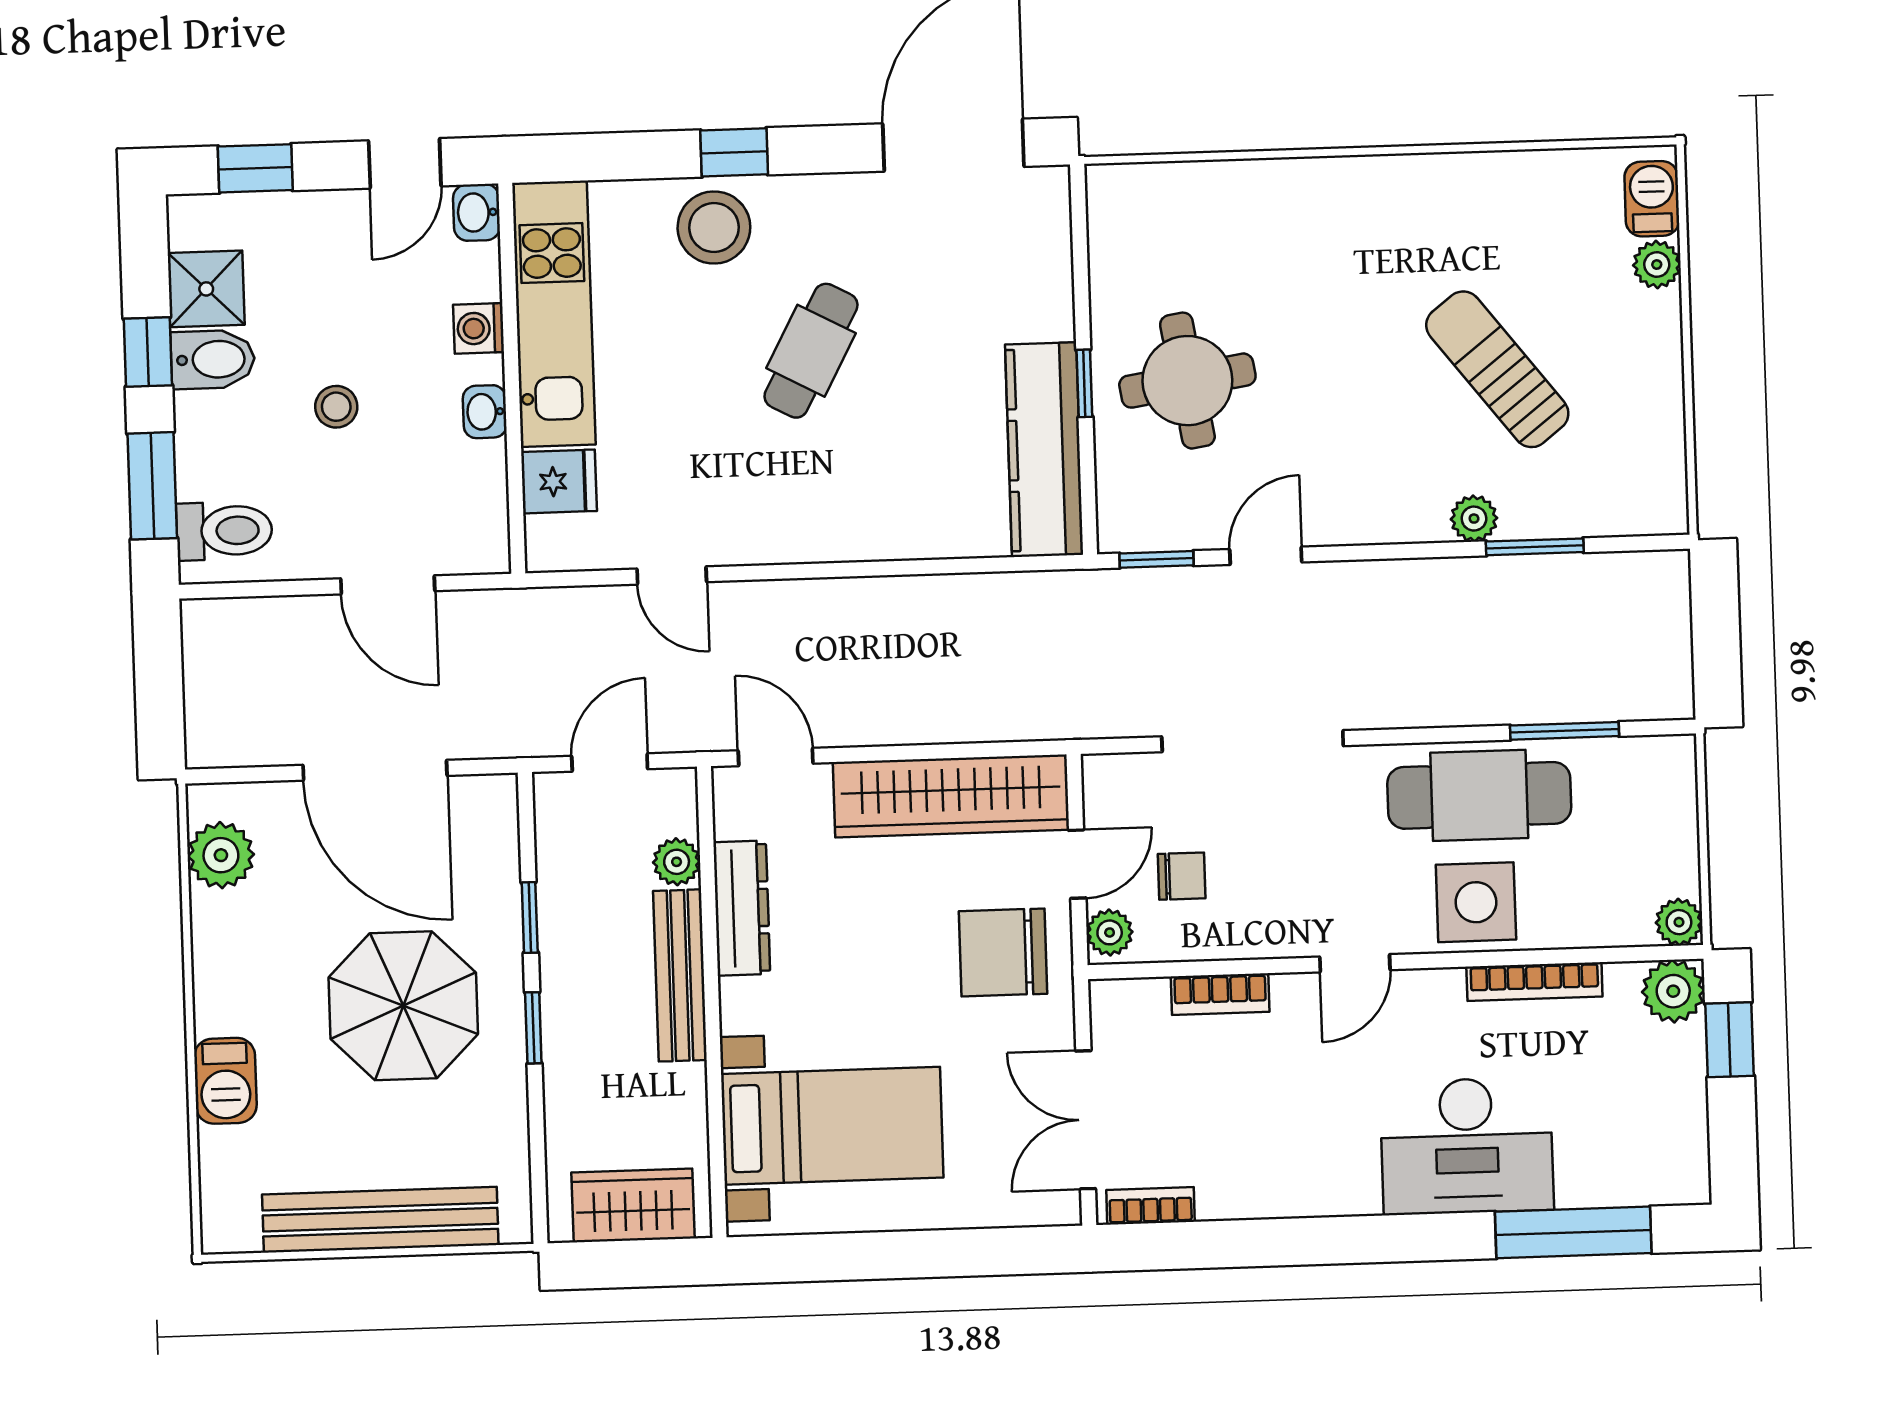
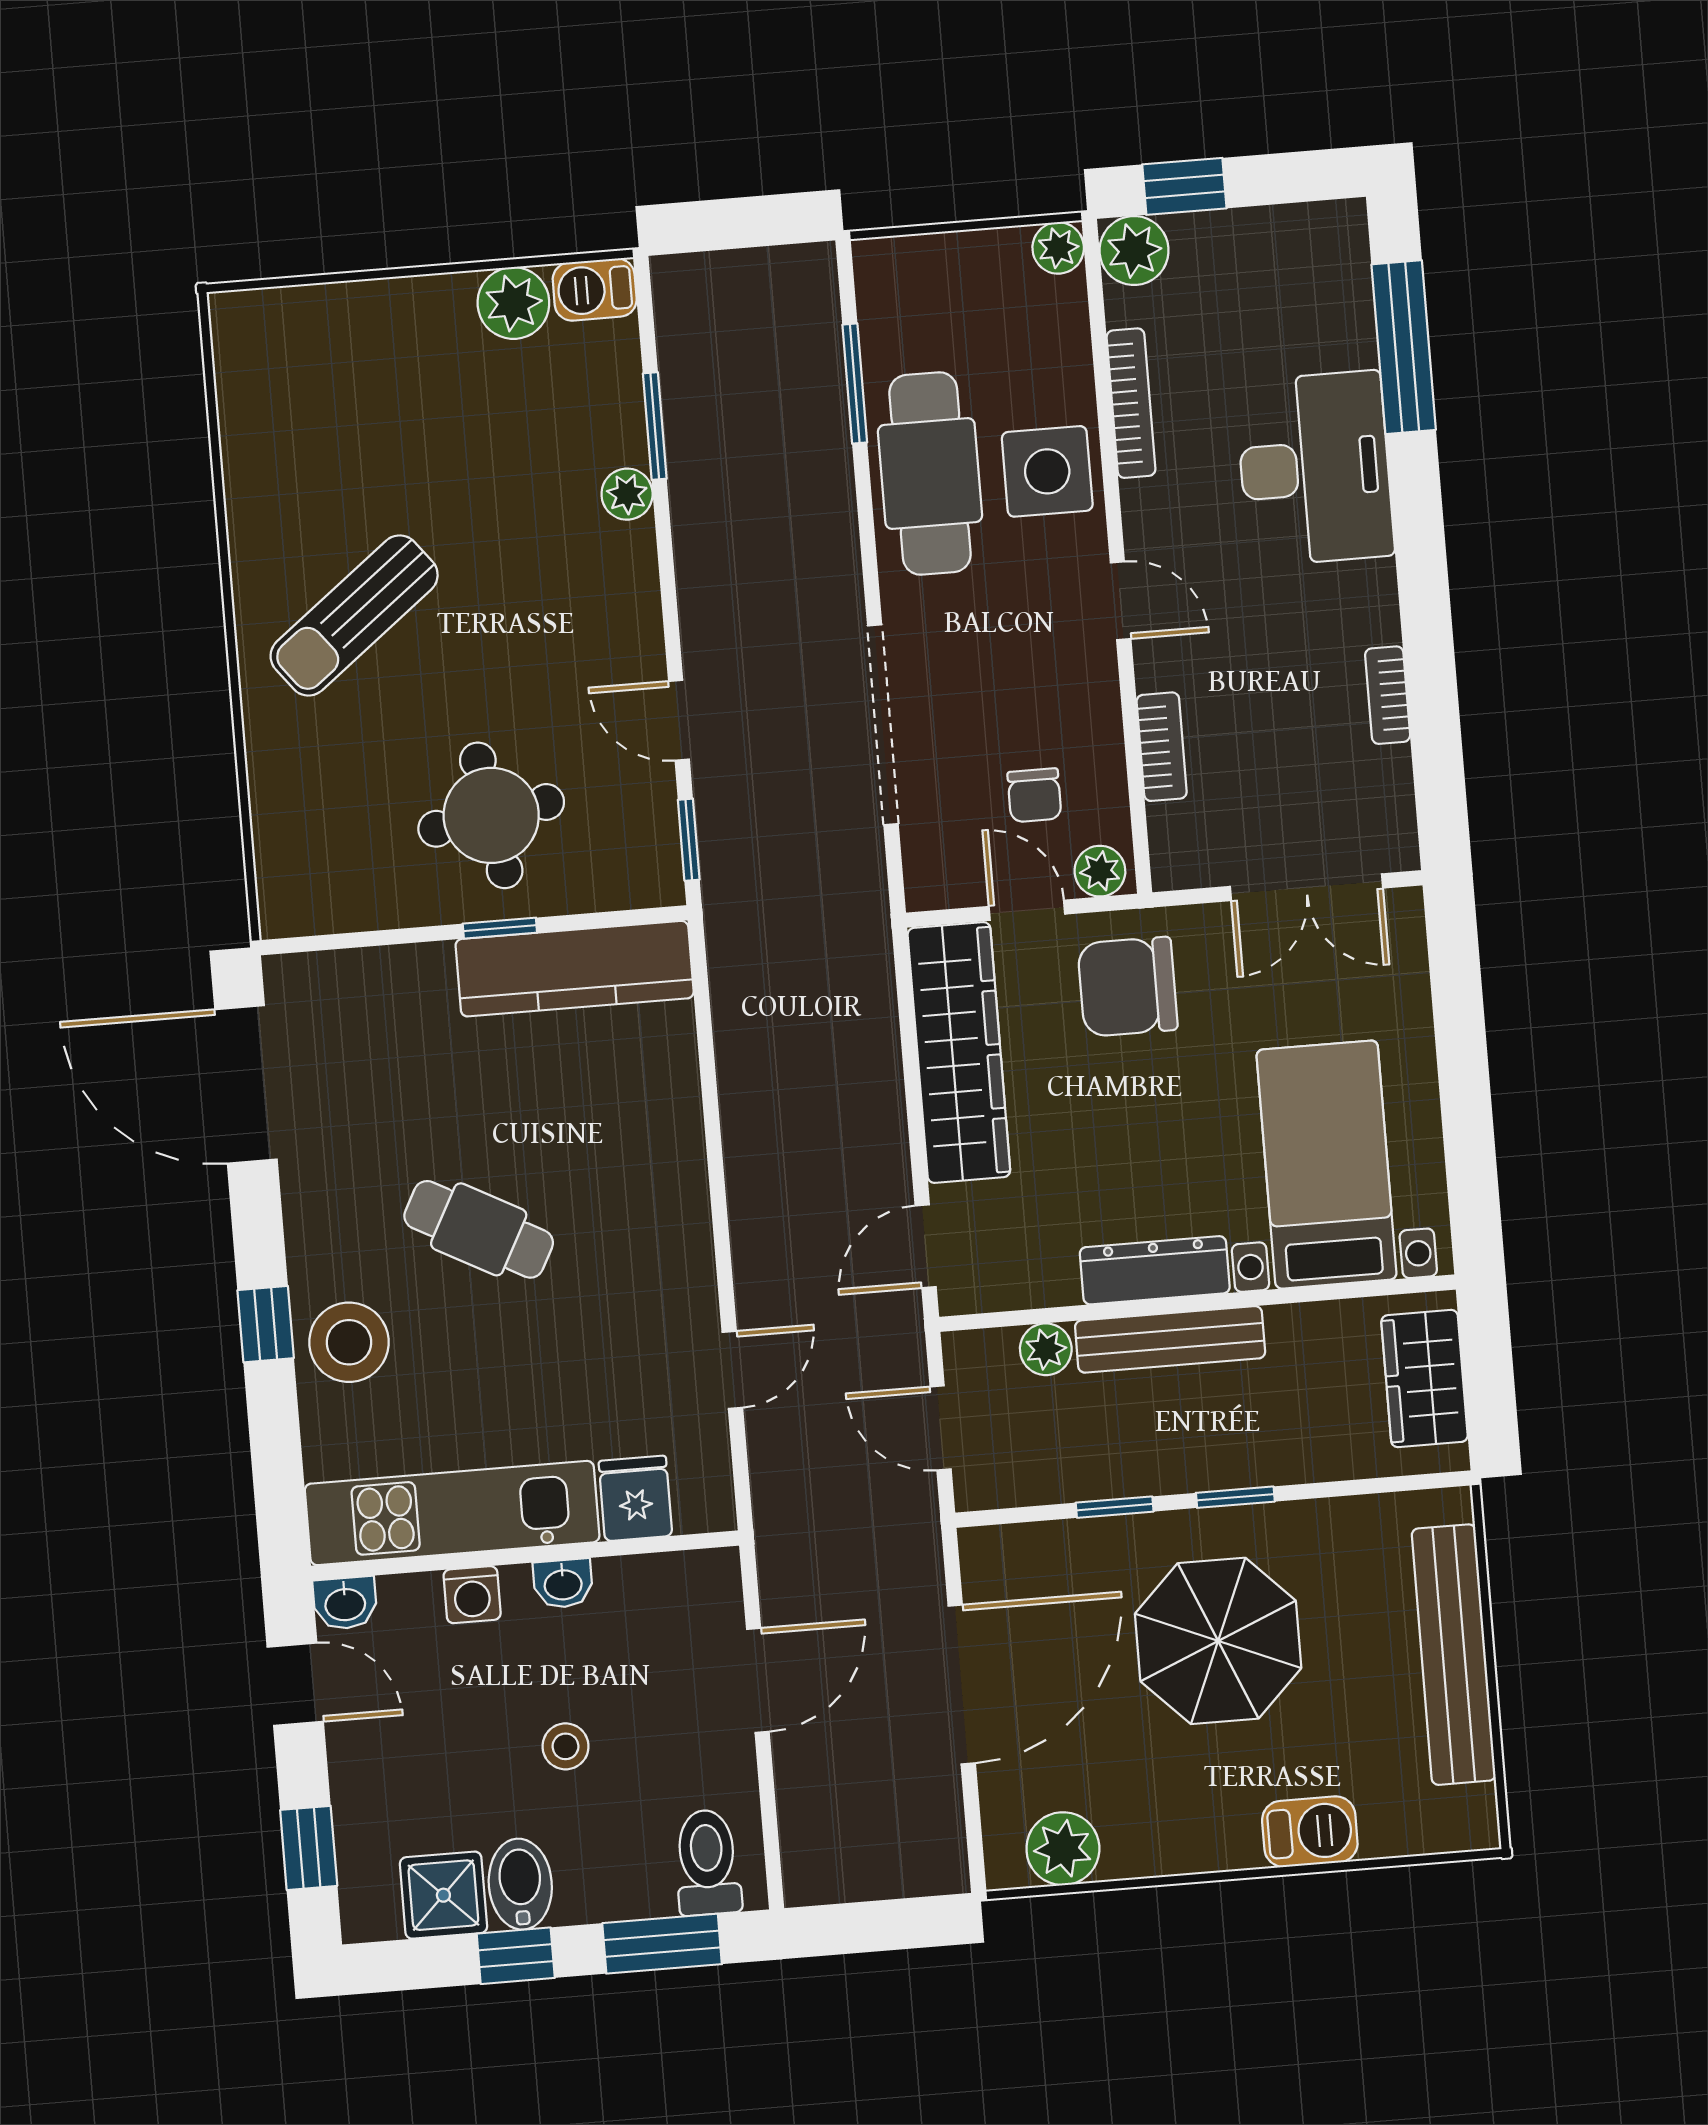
barbecue: (1652, 199) -> (595, 290), moved
plant: (1657, 265) -> (513, 303), moved, width x1.38, depth x1.38
sun lounger: (1497, 369) -> (354, 615), moved
chair: (1182, 876) -> (1034, 795), turned 180
dresser: (742, 908) -> (1155, 1270), moved
chair: (1003, 952) -> (1128, 987), turned 90
bookcase: (1151, 1206) -> (1388, 695), moved

